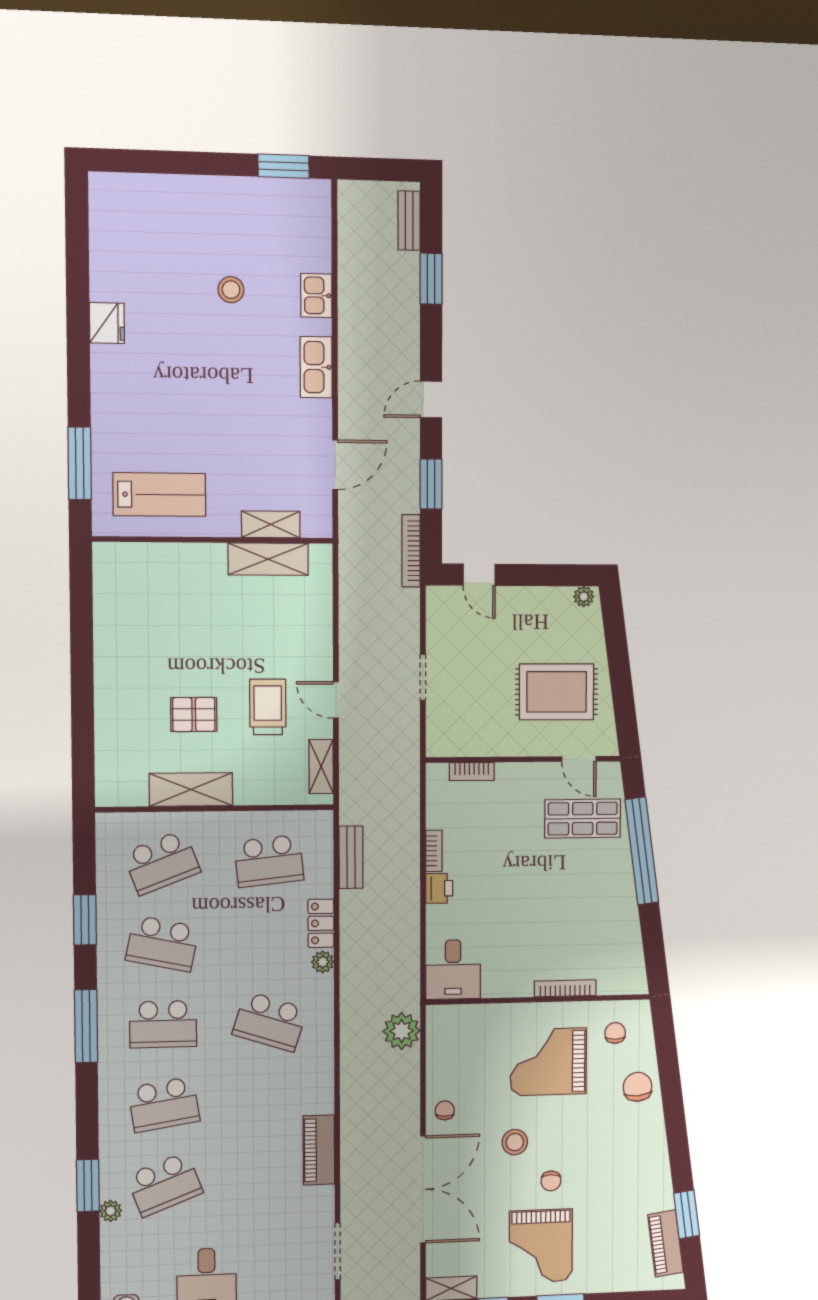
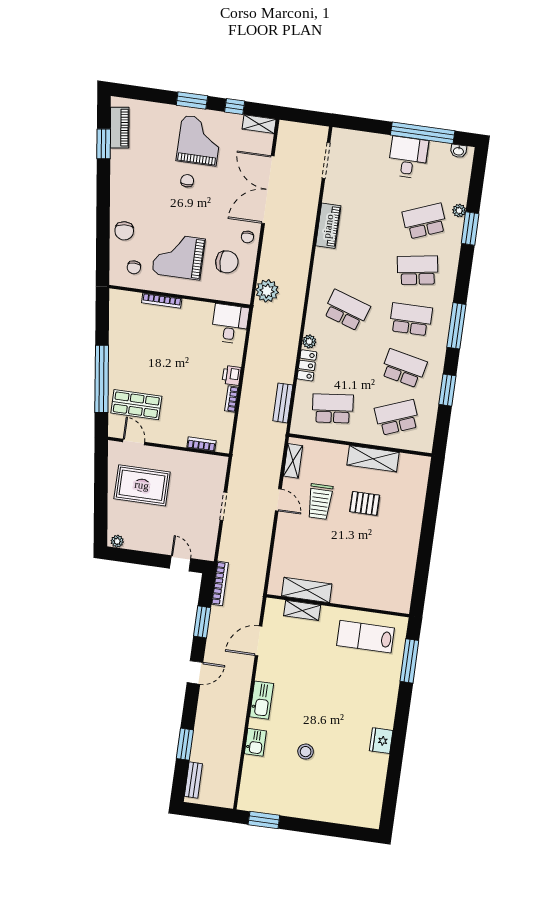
grand piano: (548, 1062) -> (179, 256), turned 180
chair: (472, 1066) -> (227, 262), added
stool: (515, 1142) -> (207, 209), removed

